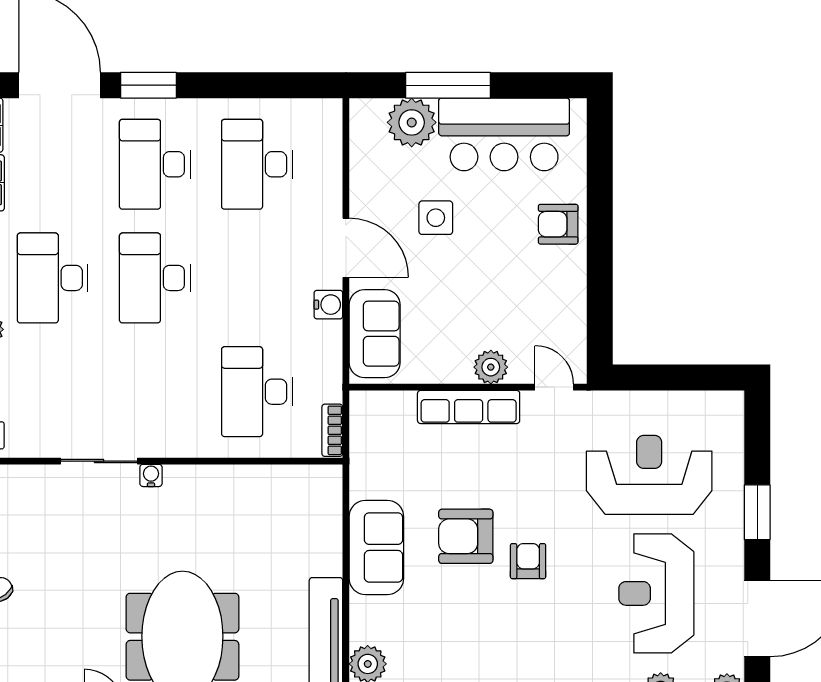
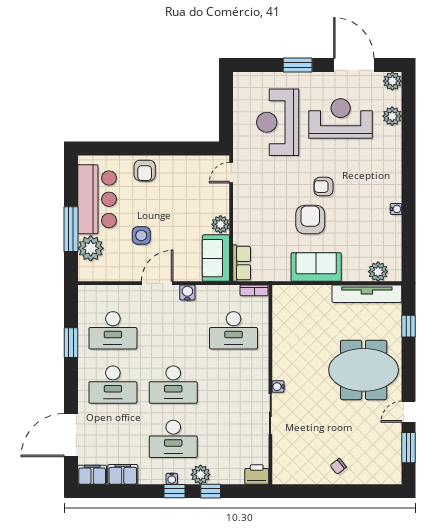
window: (148, 85) -> (71, 343), moved
sofa: (375, 334) -> (216, 258), moved, turned -90
plant: (491, 367) -> (221, 224), moved
row of seats: (469, 407) -> (242, 263), moved, width x0.68
armchair: (466, 536) -> (310, 220), turned 180
reception desk: (656, 593) -> (341, 118), turned 180

